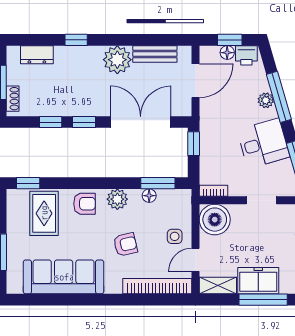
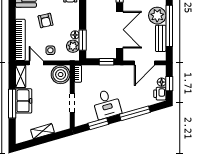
window: (134, 40) -> (169, 26), added
door: (195, 81) -> (145, 63), hinge flipped
plant: (266, 100) -> (133, 105), removed
plant: (117, 199) -> (73, 46), moved

